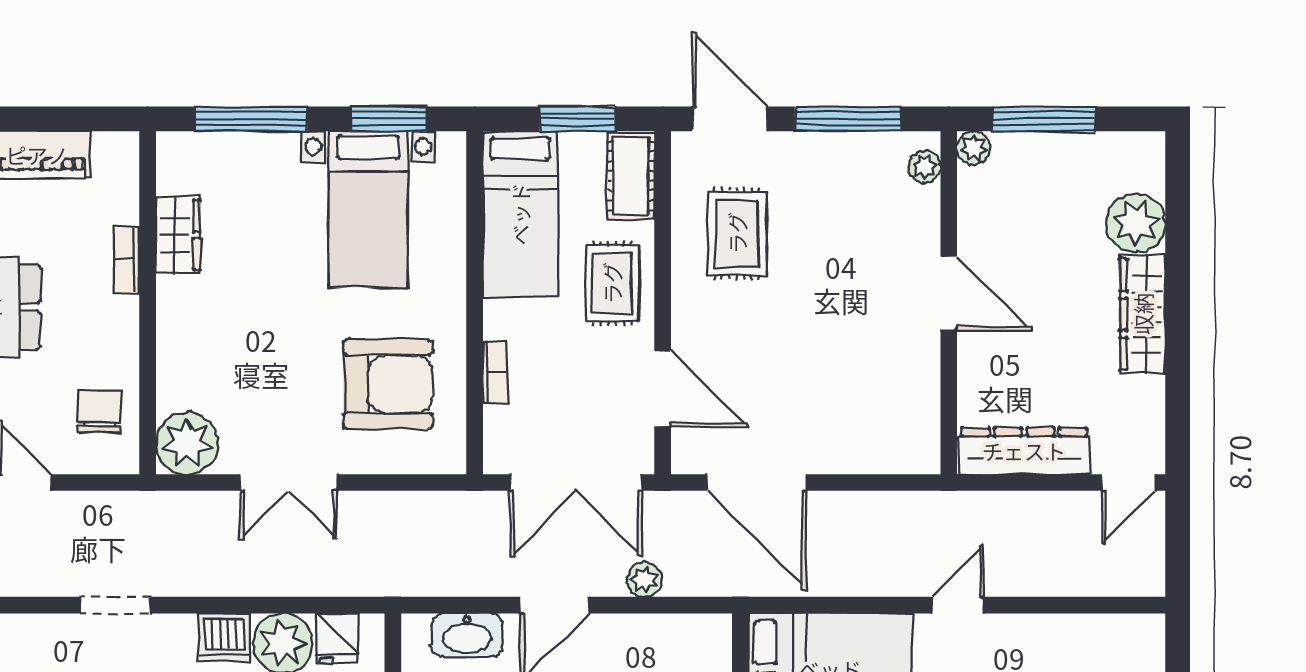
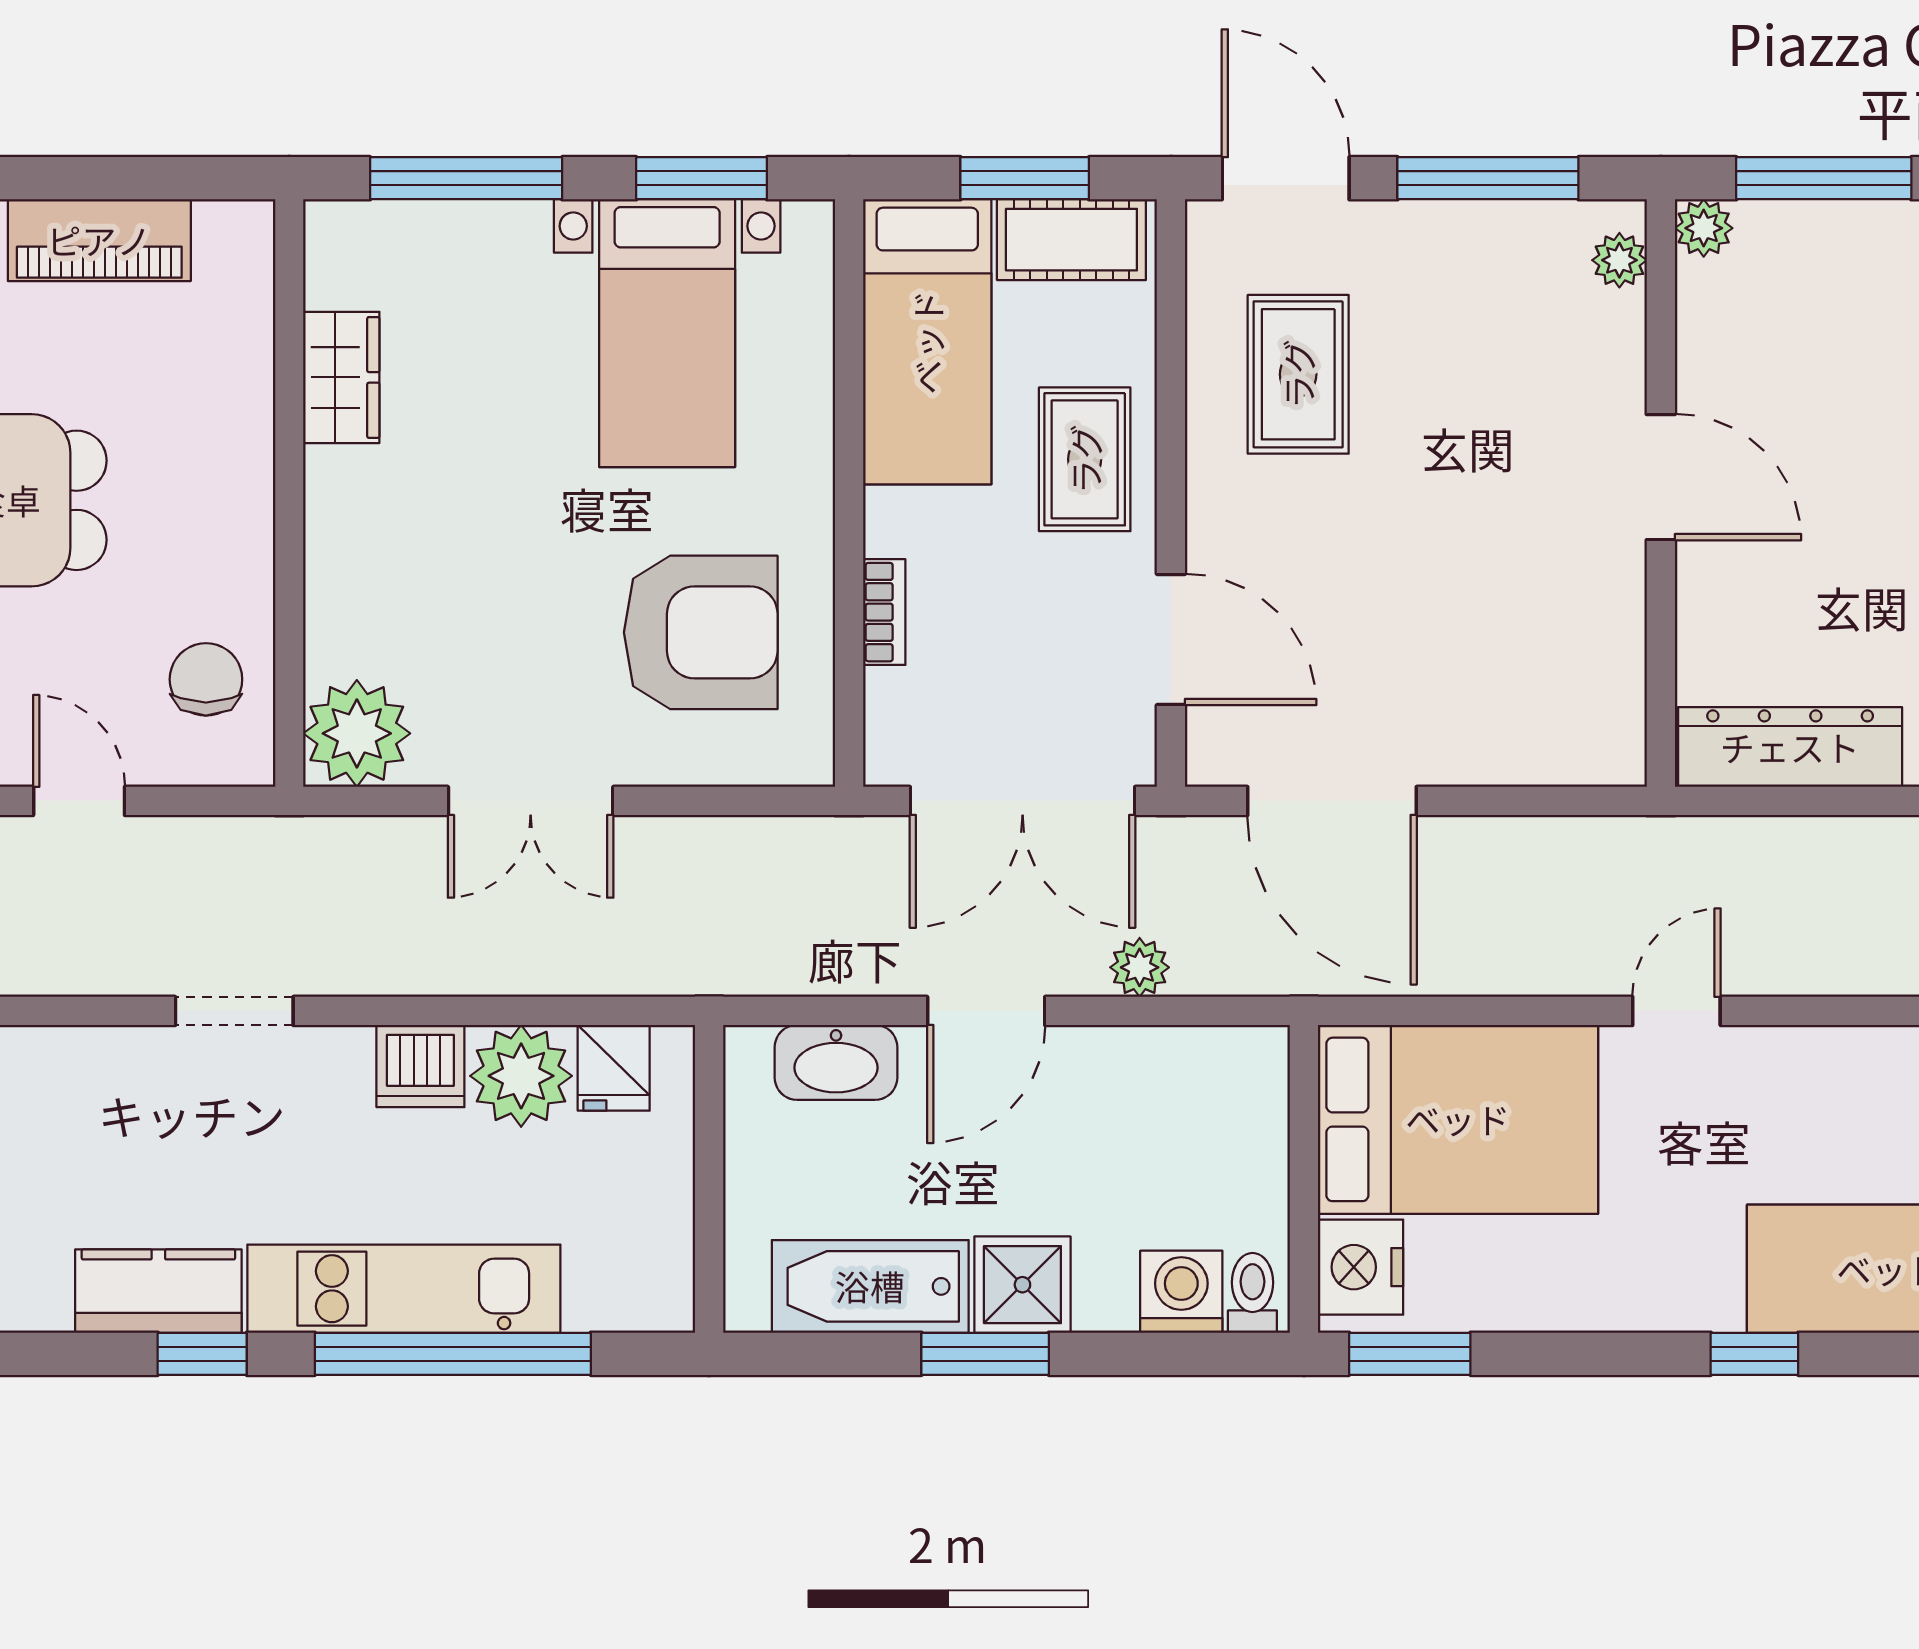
cot: (631, 176) -> (1071, 240), moved, turned 90
bookcase: (127, 260) -> (253, 419), removed

